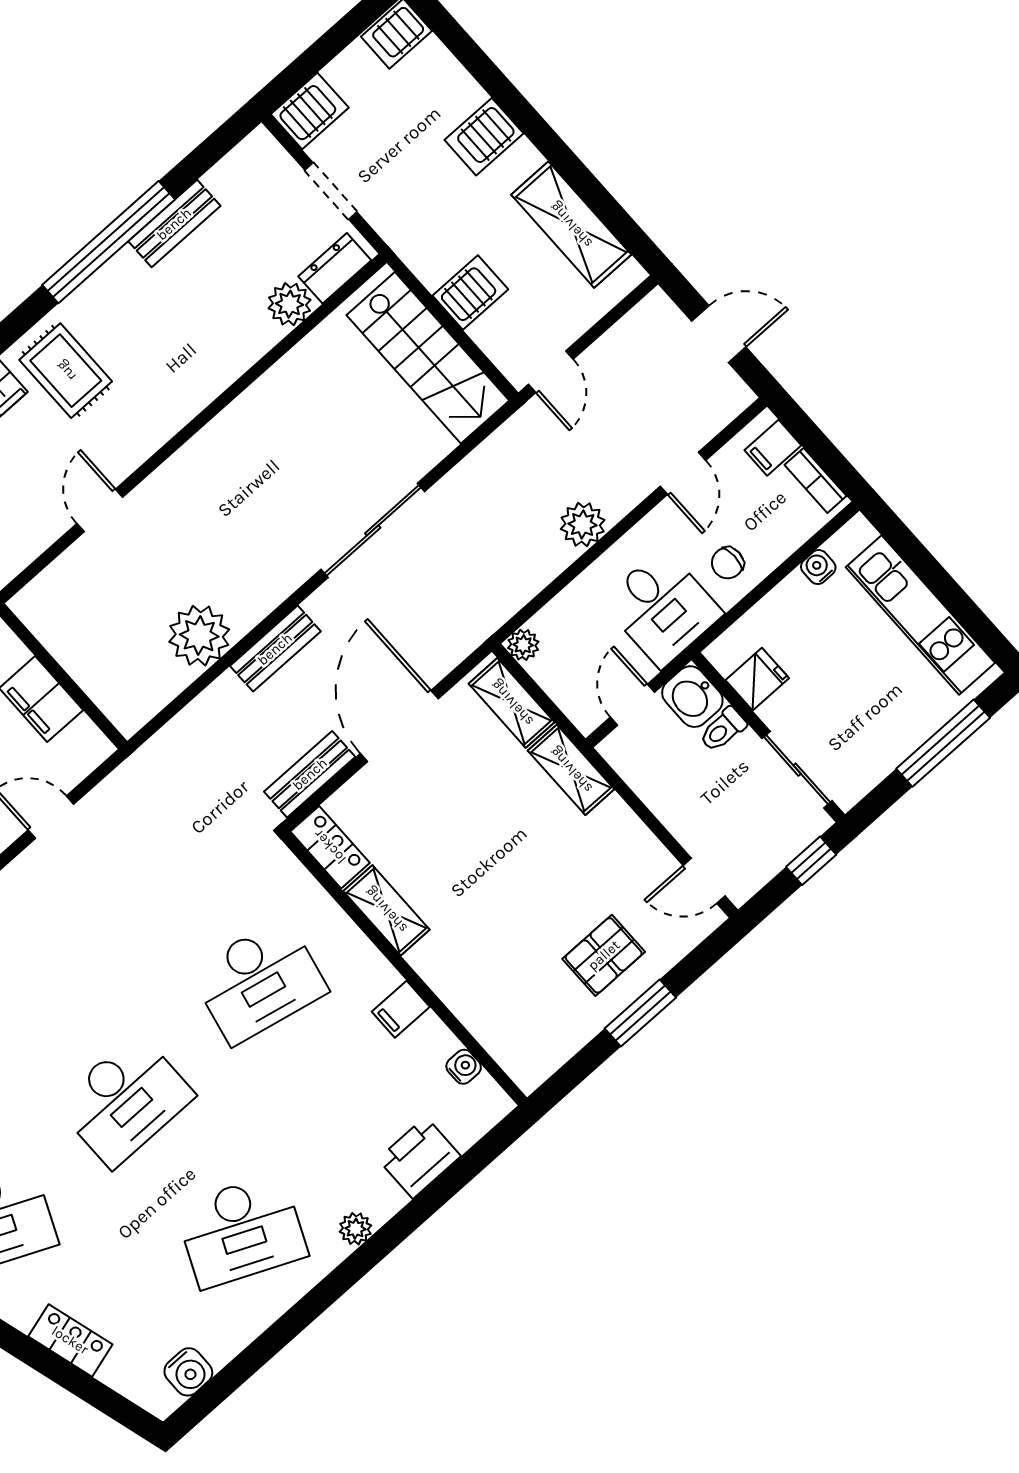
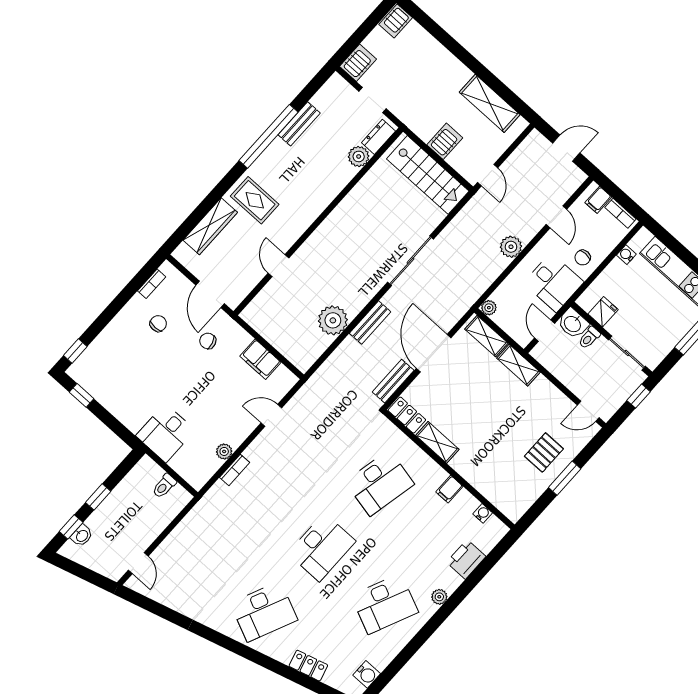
server rack: (484, 137) -> (443, 66), removed

